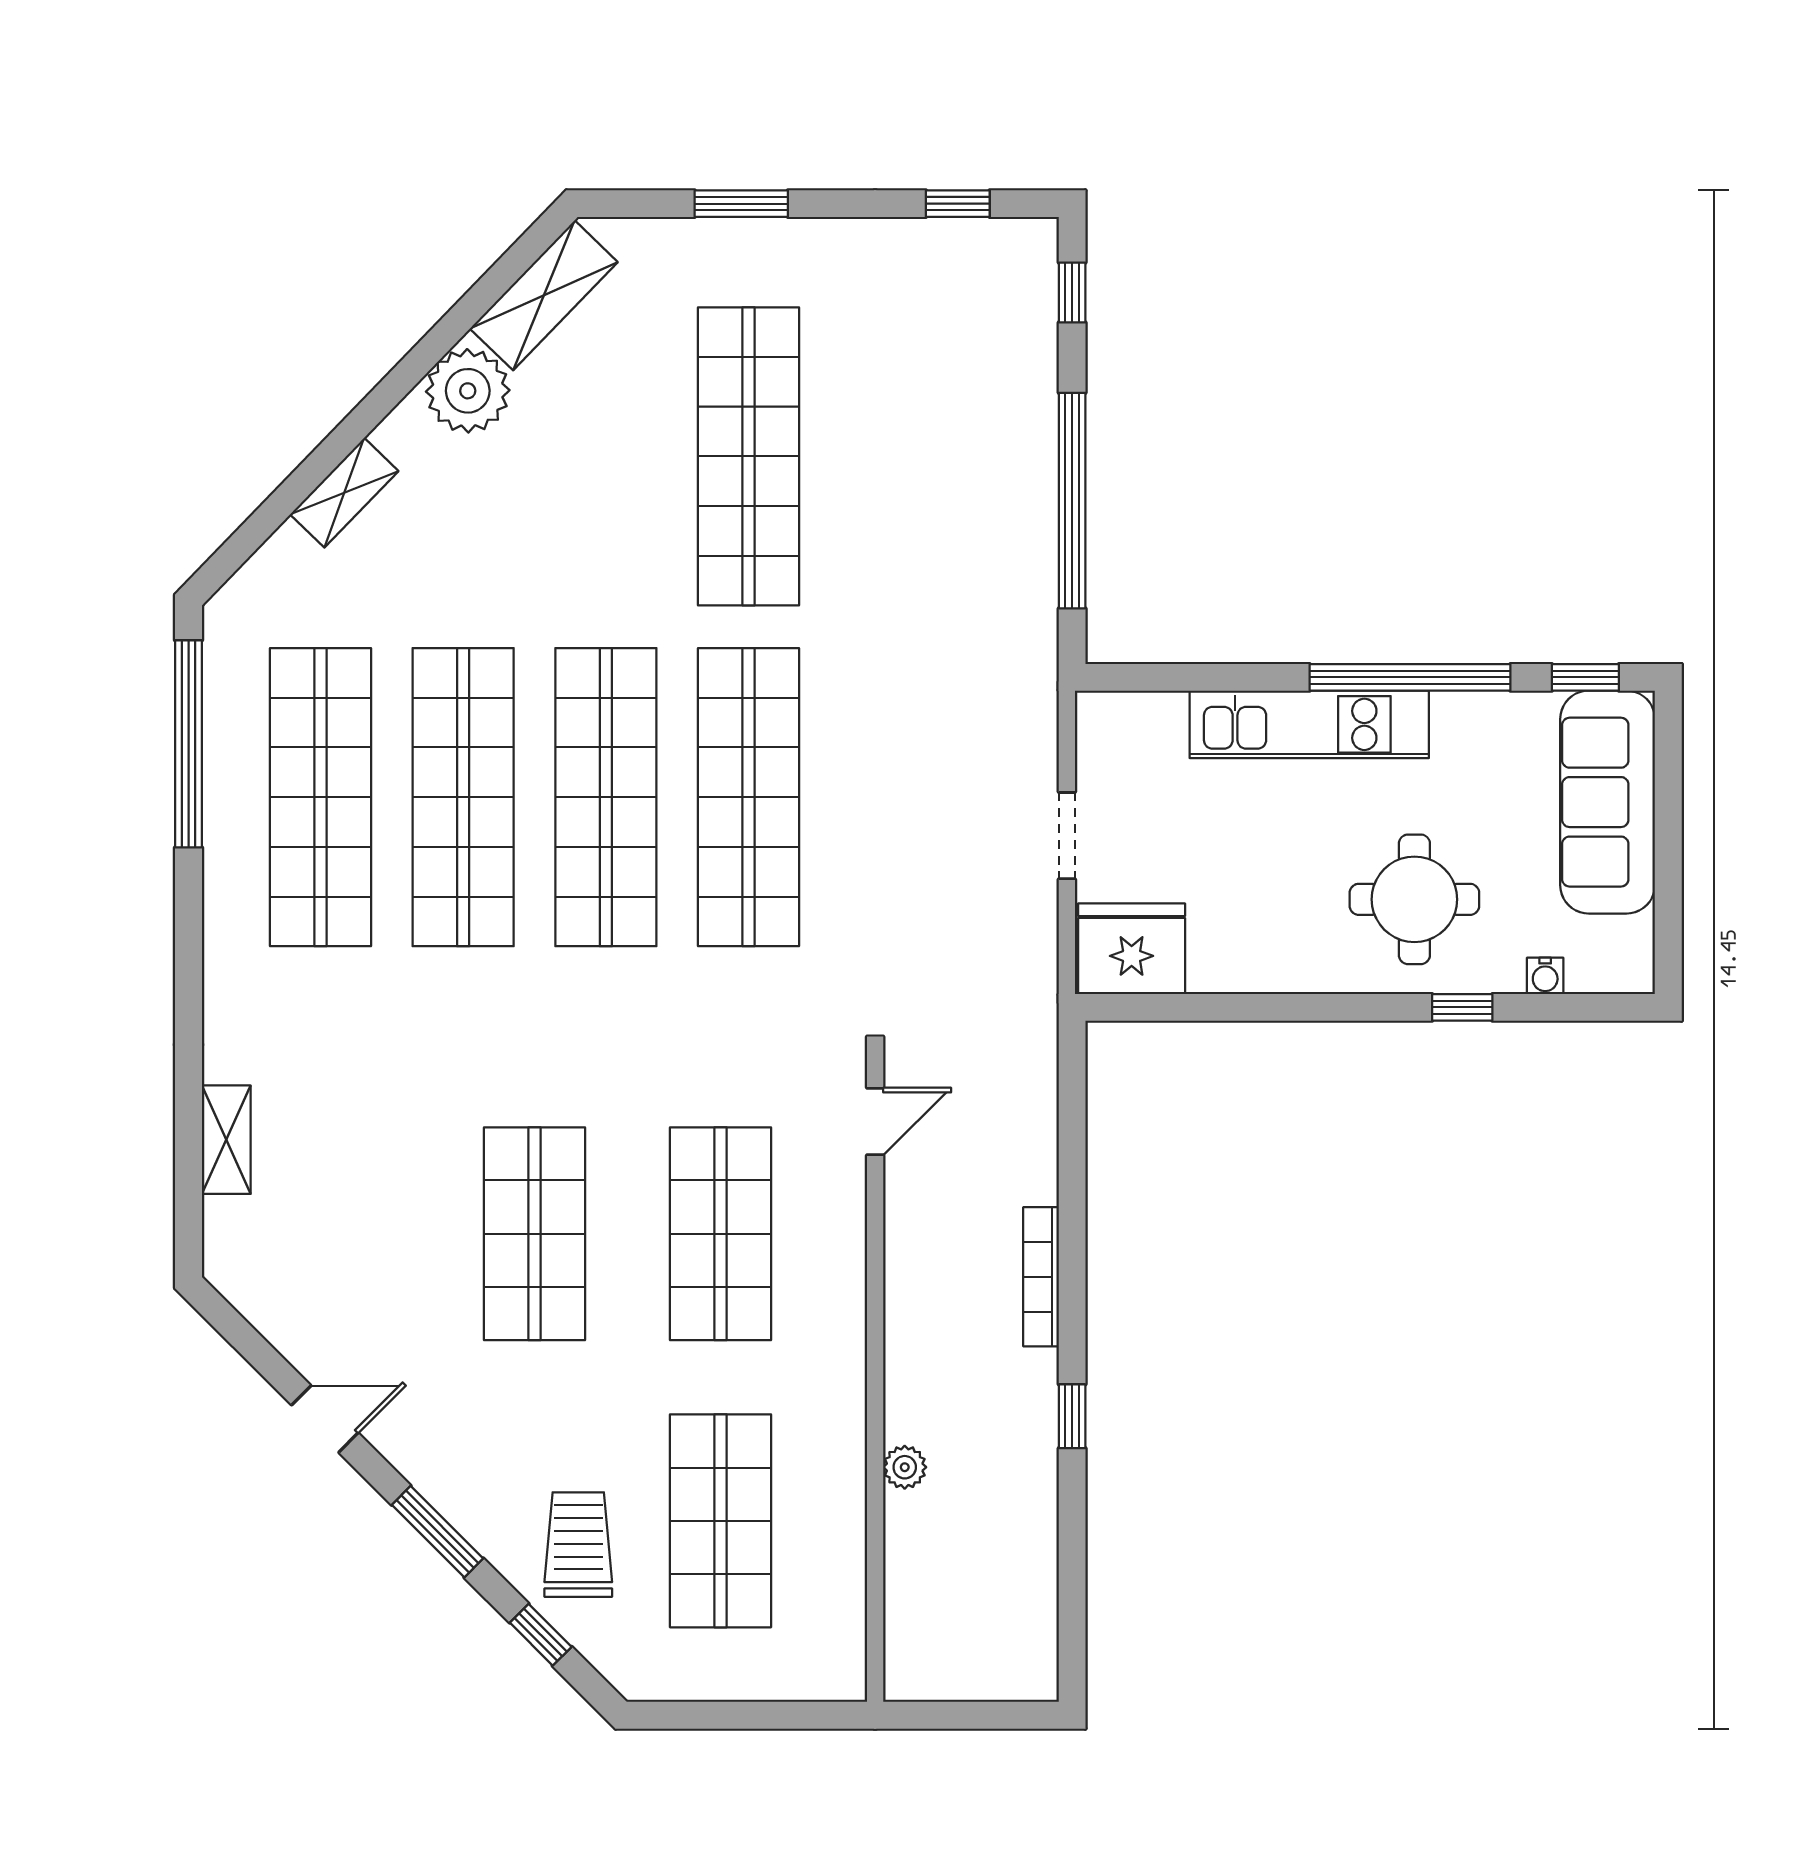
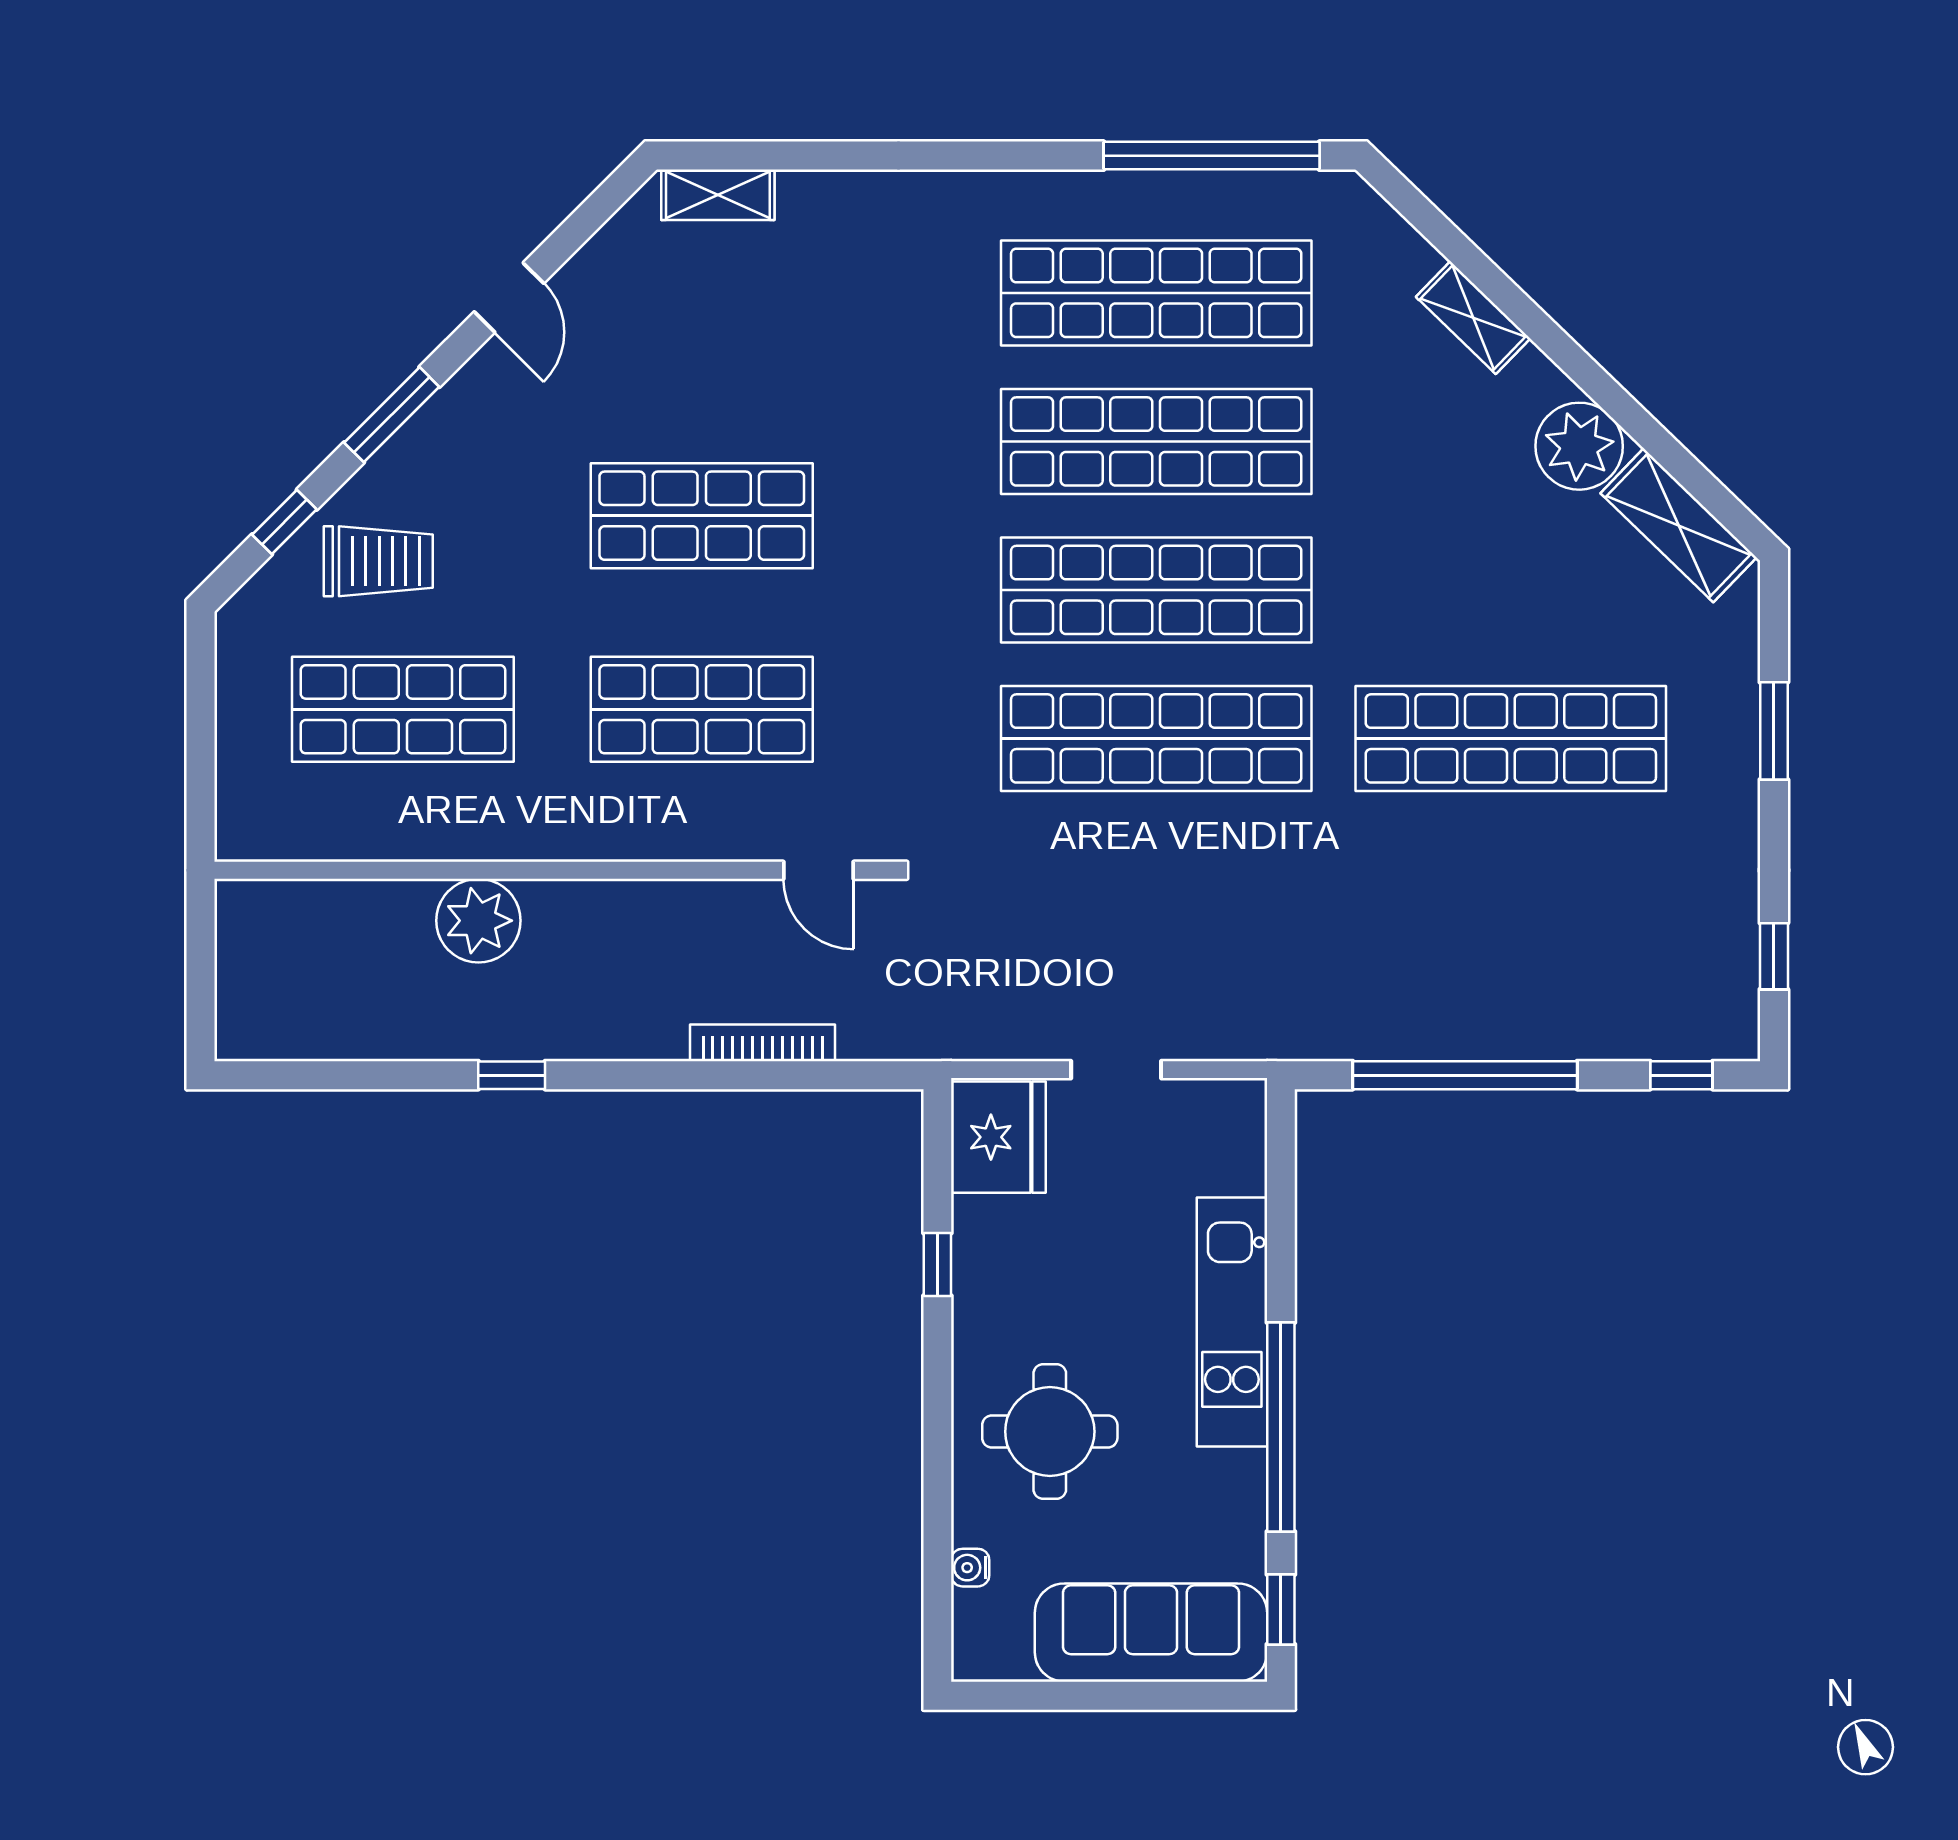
window: (1462, 1007) -> (937, 1264), moved
shelving: (226, 1140) -> (718, 195), moved
bookcase: (1041, 1277) -> (763, 1043), moved
plant: (905, 1467) -> (478, 921), width x1.87, depth x1.87

